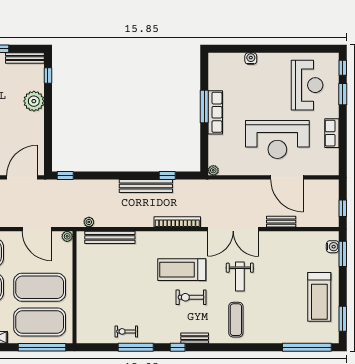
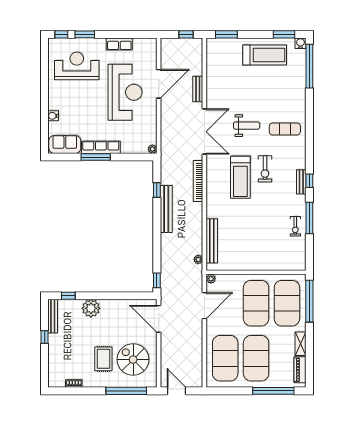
sofa: (219, 72) -> (65, 144), added
water cooler: (333, 247) -> (300, 43), moved
bench: (195, 338) -> (301, 182), moved

